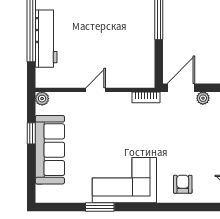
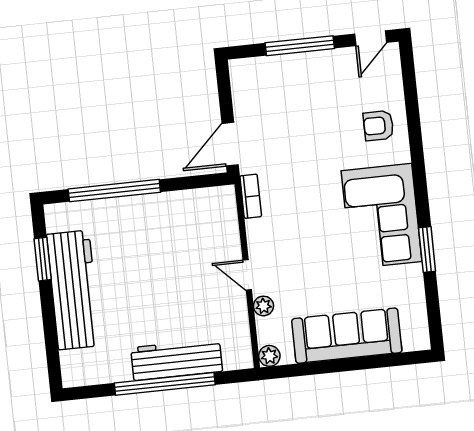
door: (181, 88) -> (230, 144), hinge flipped
plant: (203, 98) -> (263, 306), moved
window: (31, 133) -> (325, 367), removed

